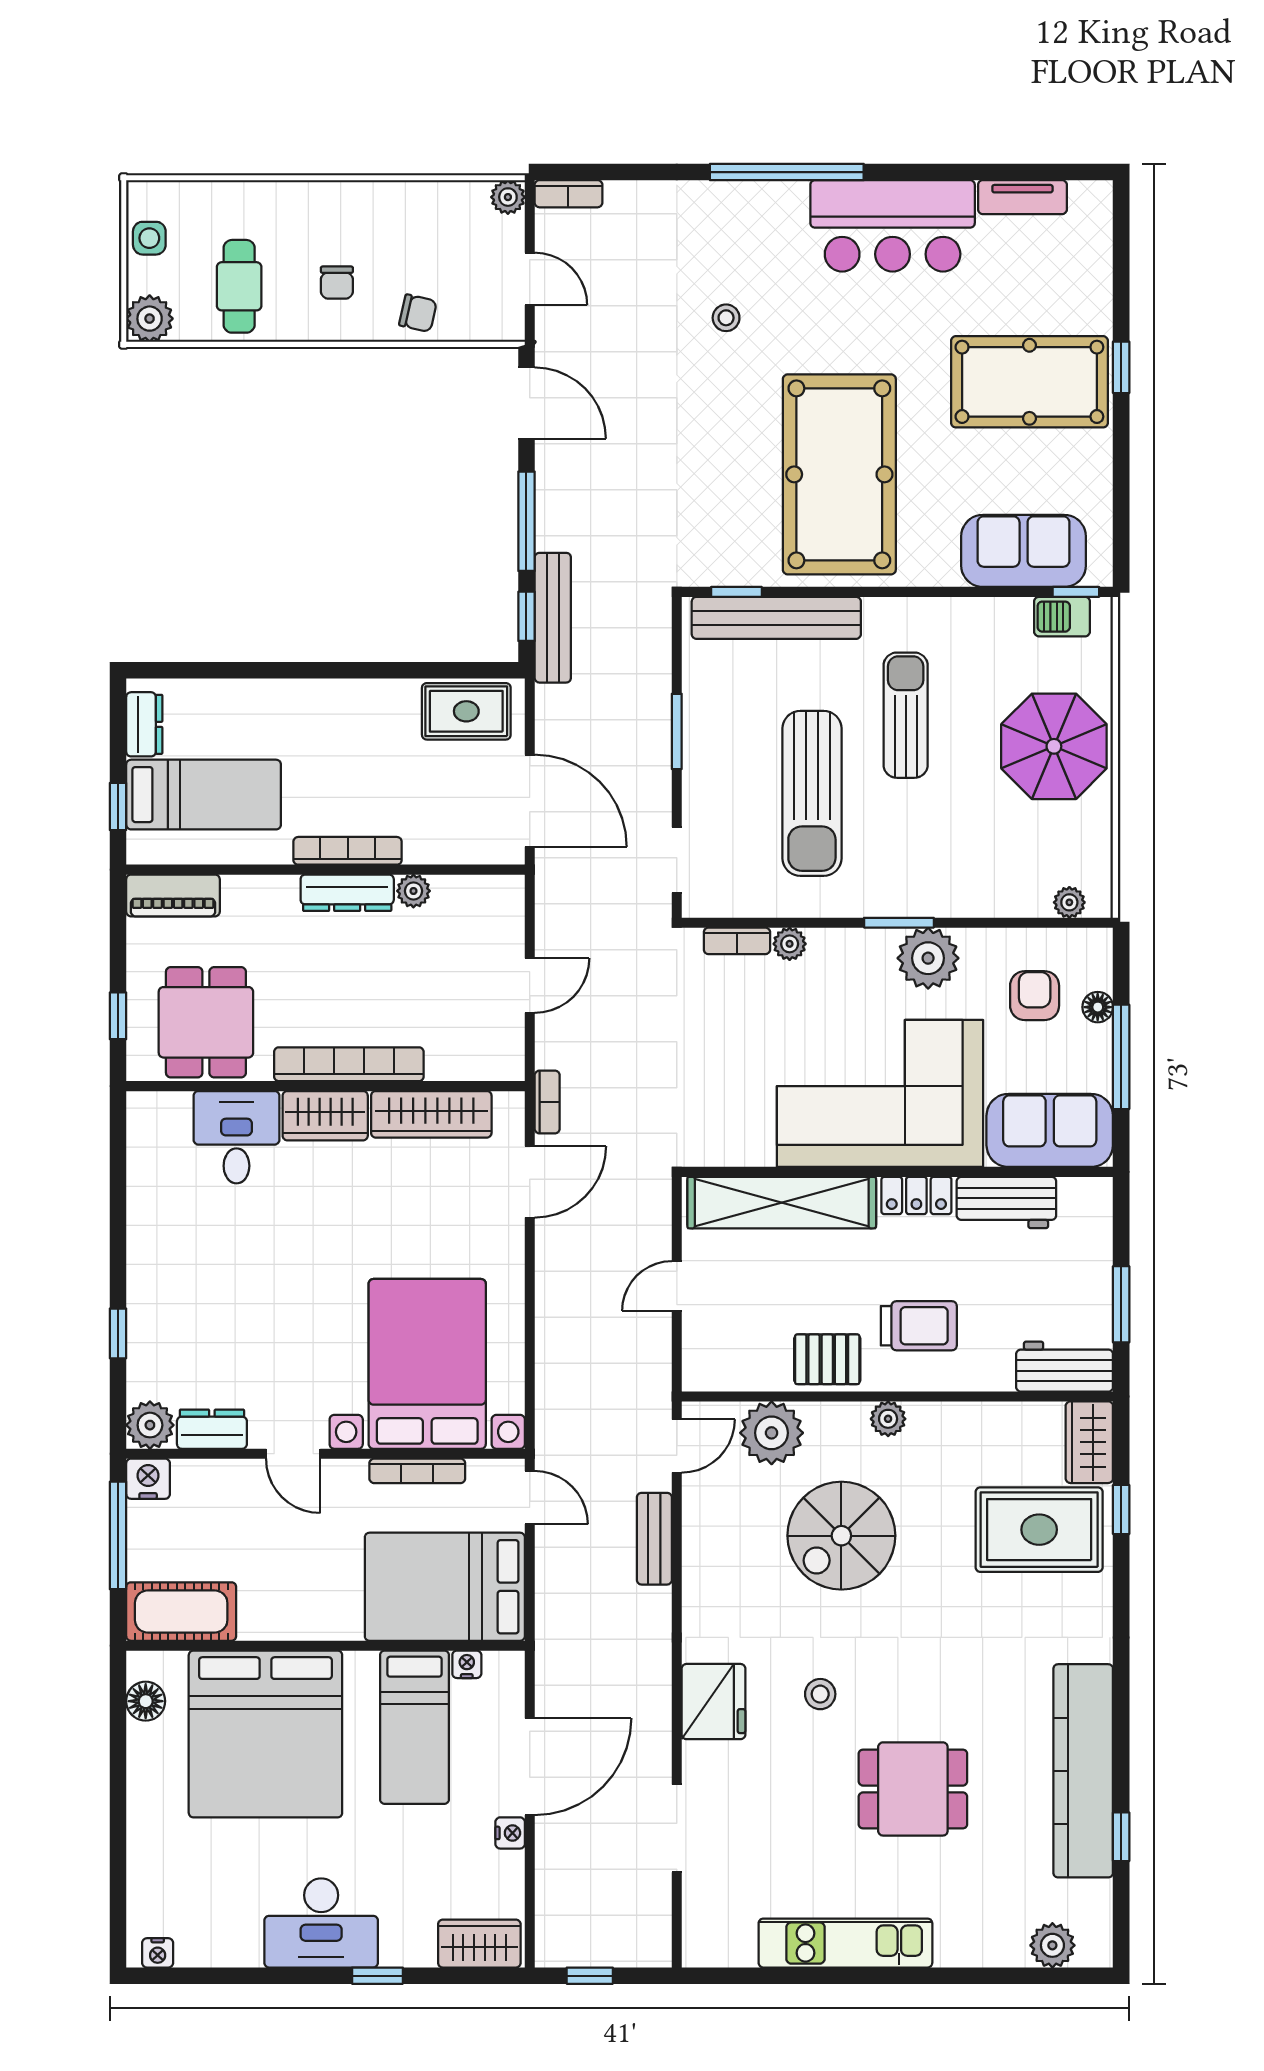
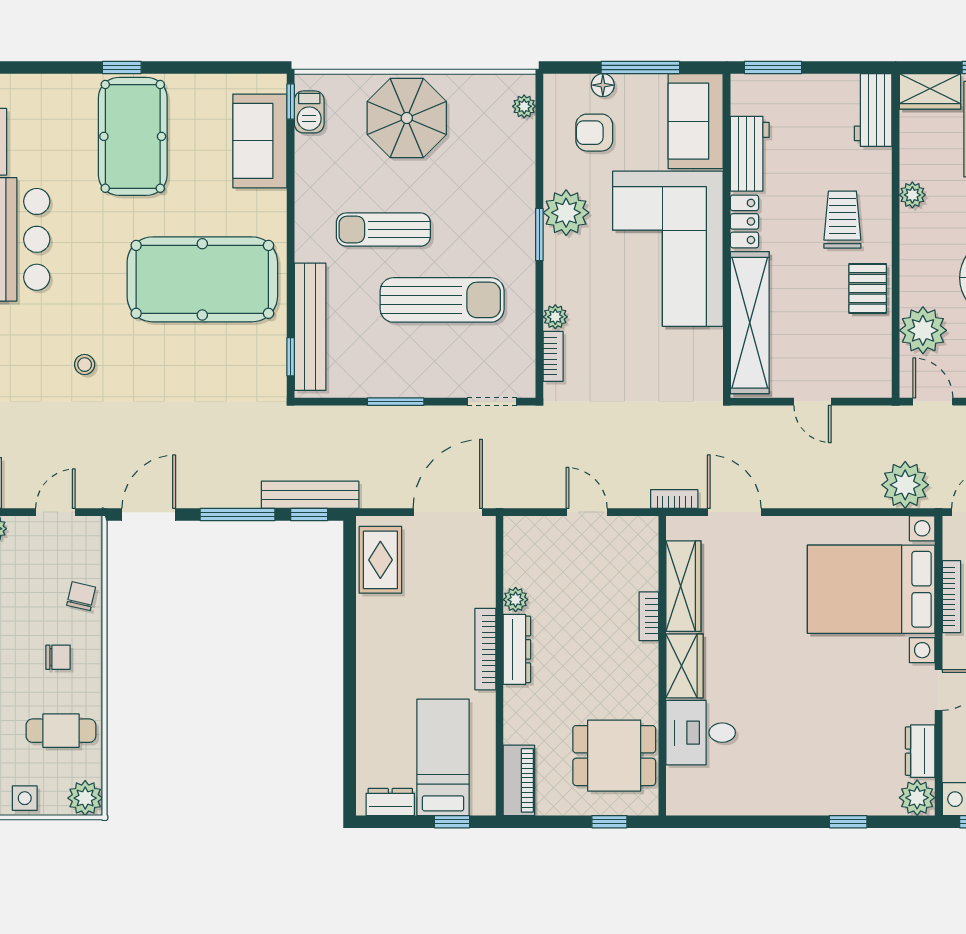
bookcase: (349, 1064) -> (649, 616), width x0.43, depth x0.76
window: (1121, 1304) -> (773, 67), moved
plant: (566, 1409) -> (905, 485), added
plant: (888, 1419) -> (912, 195), moved

